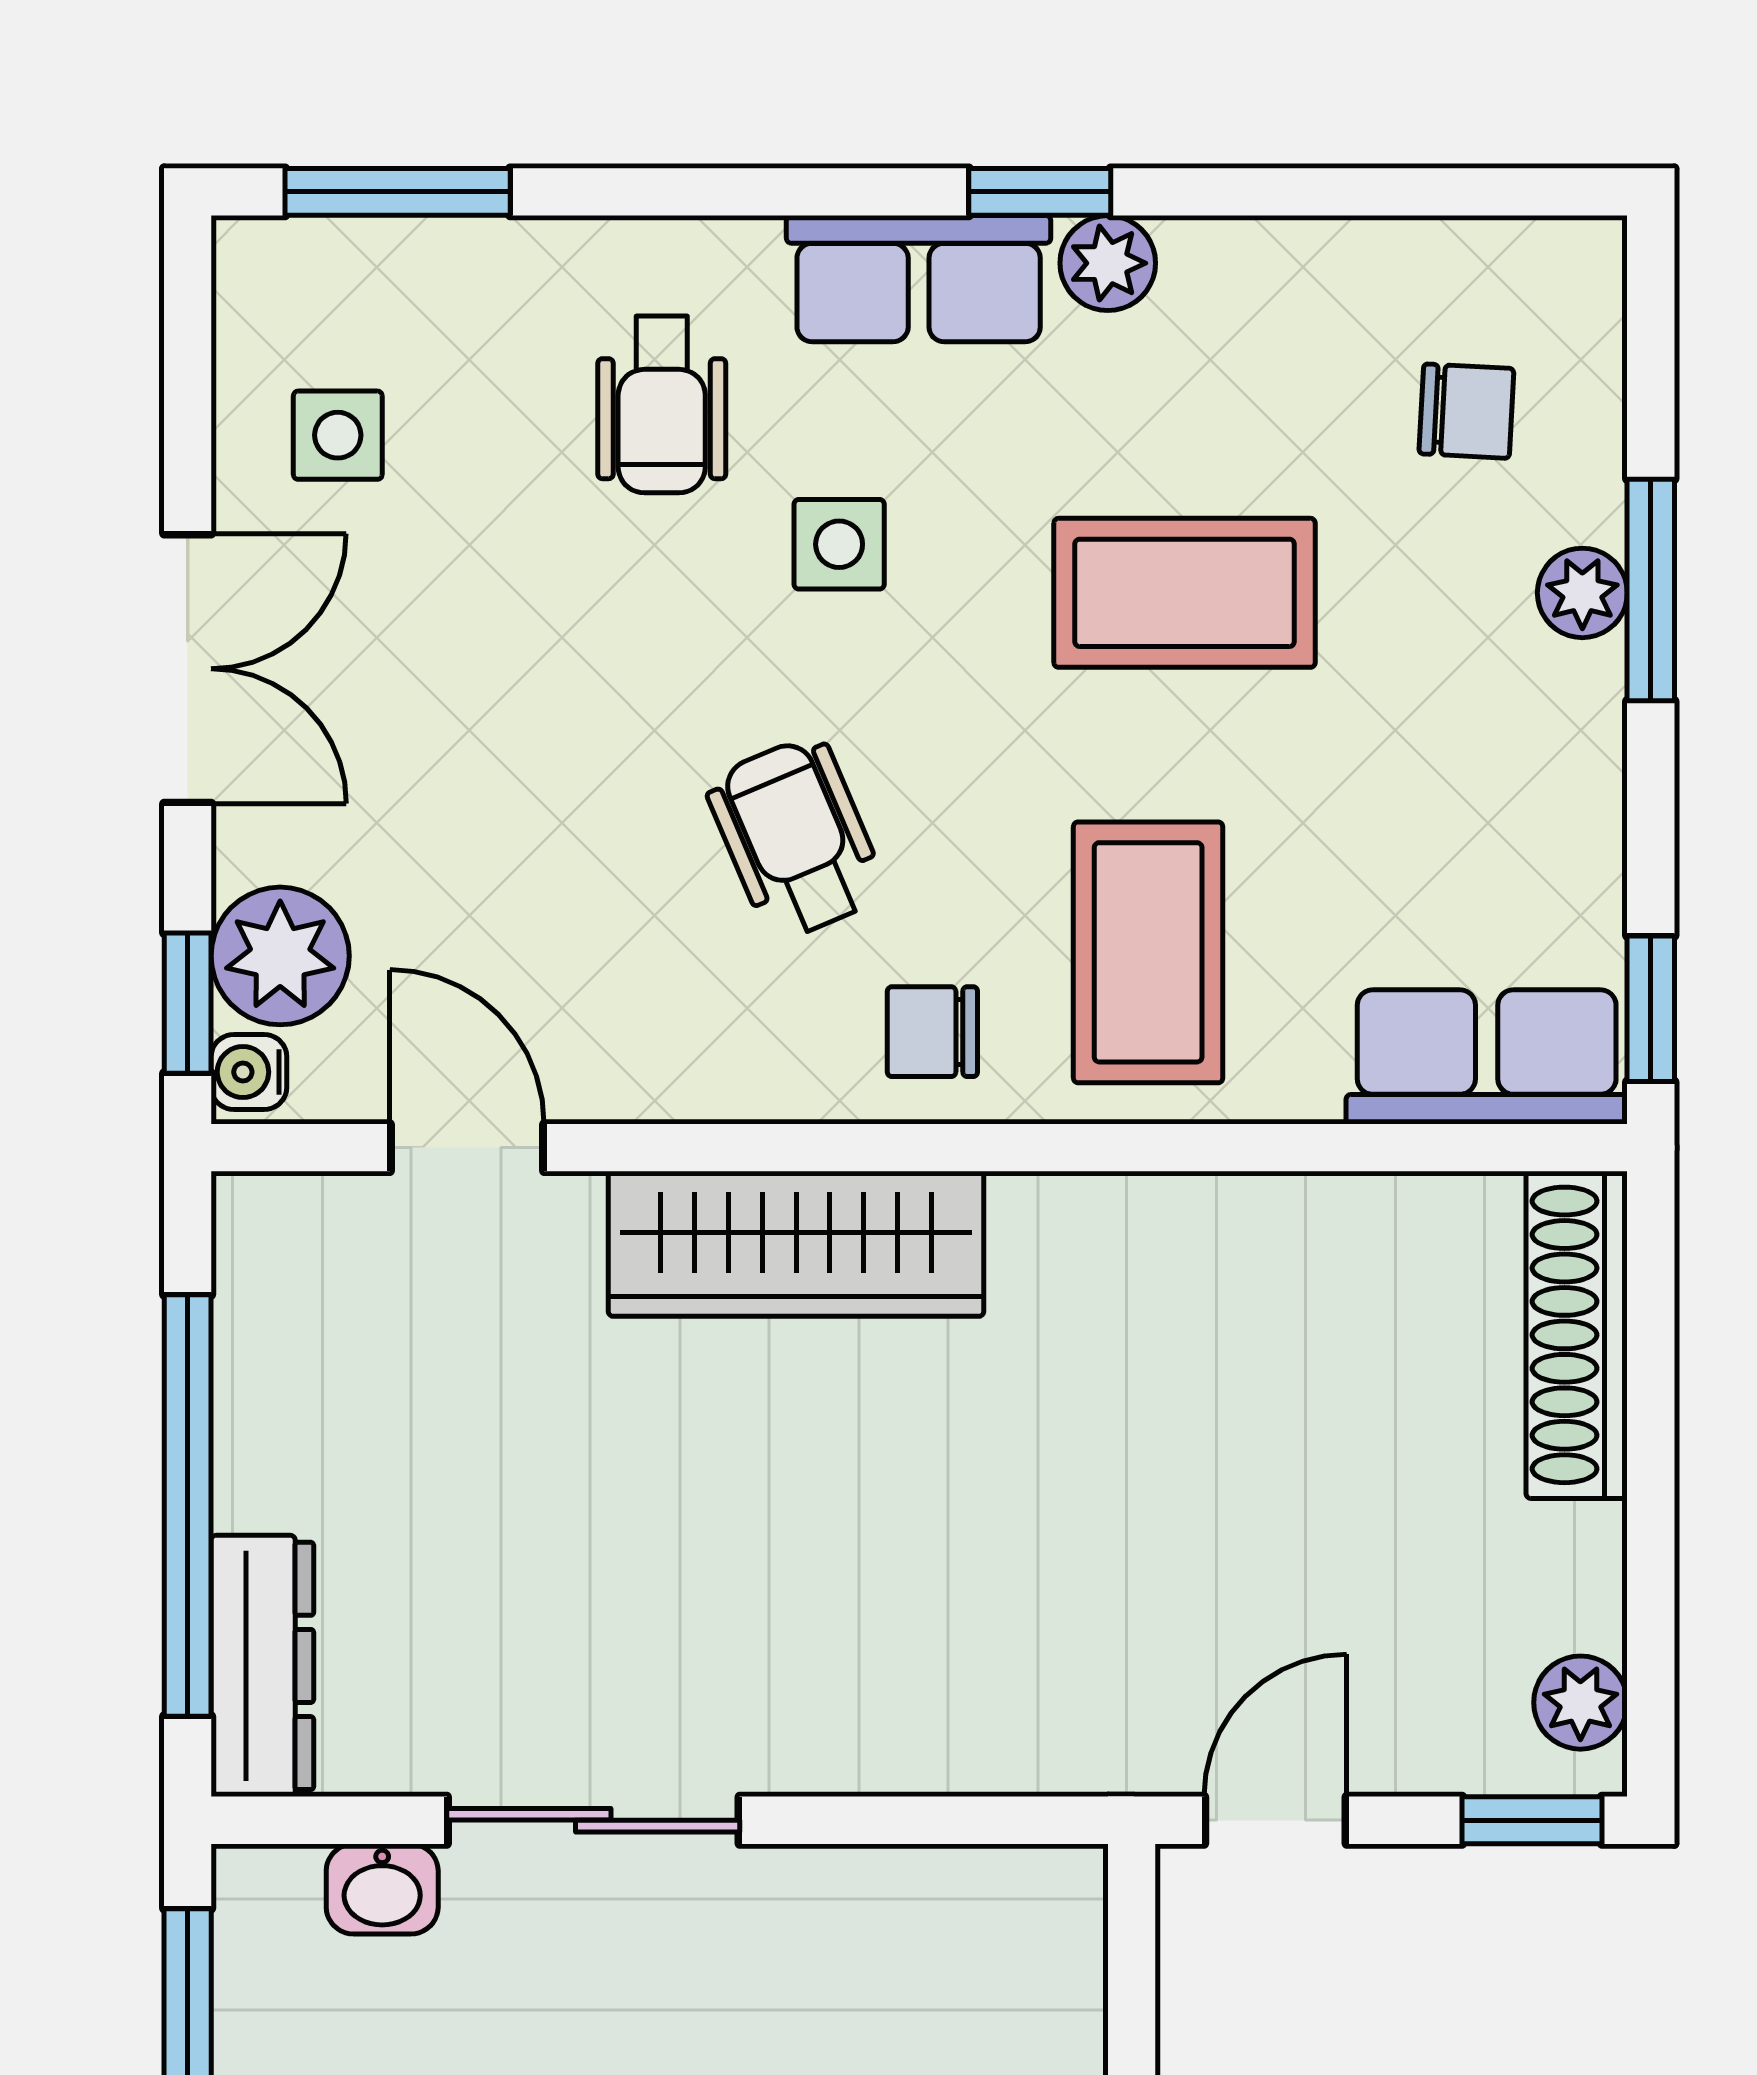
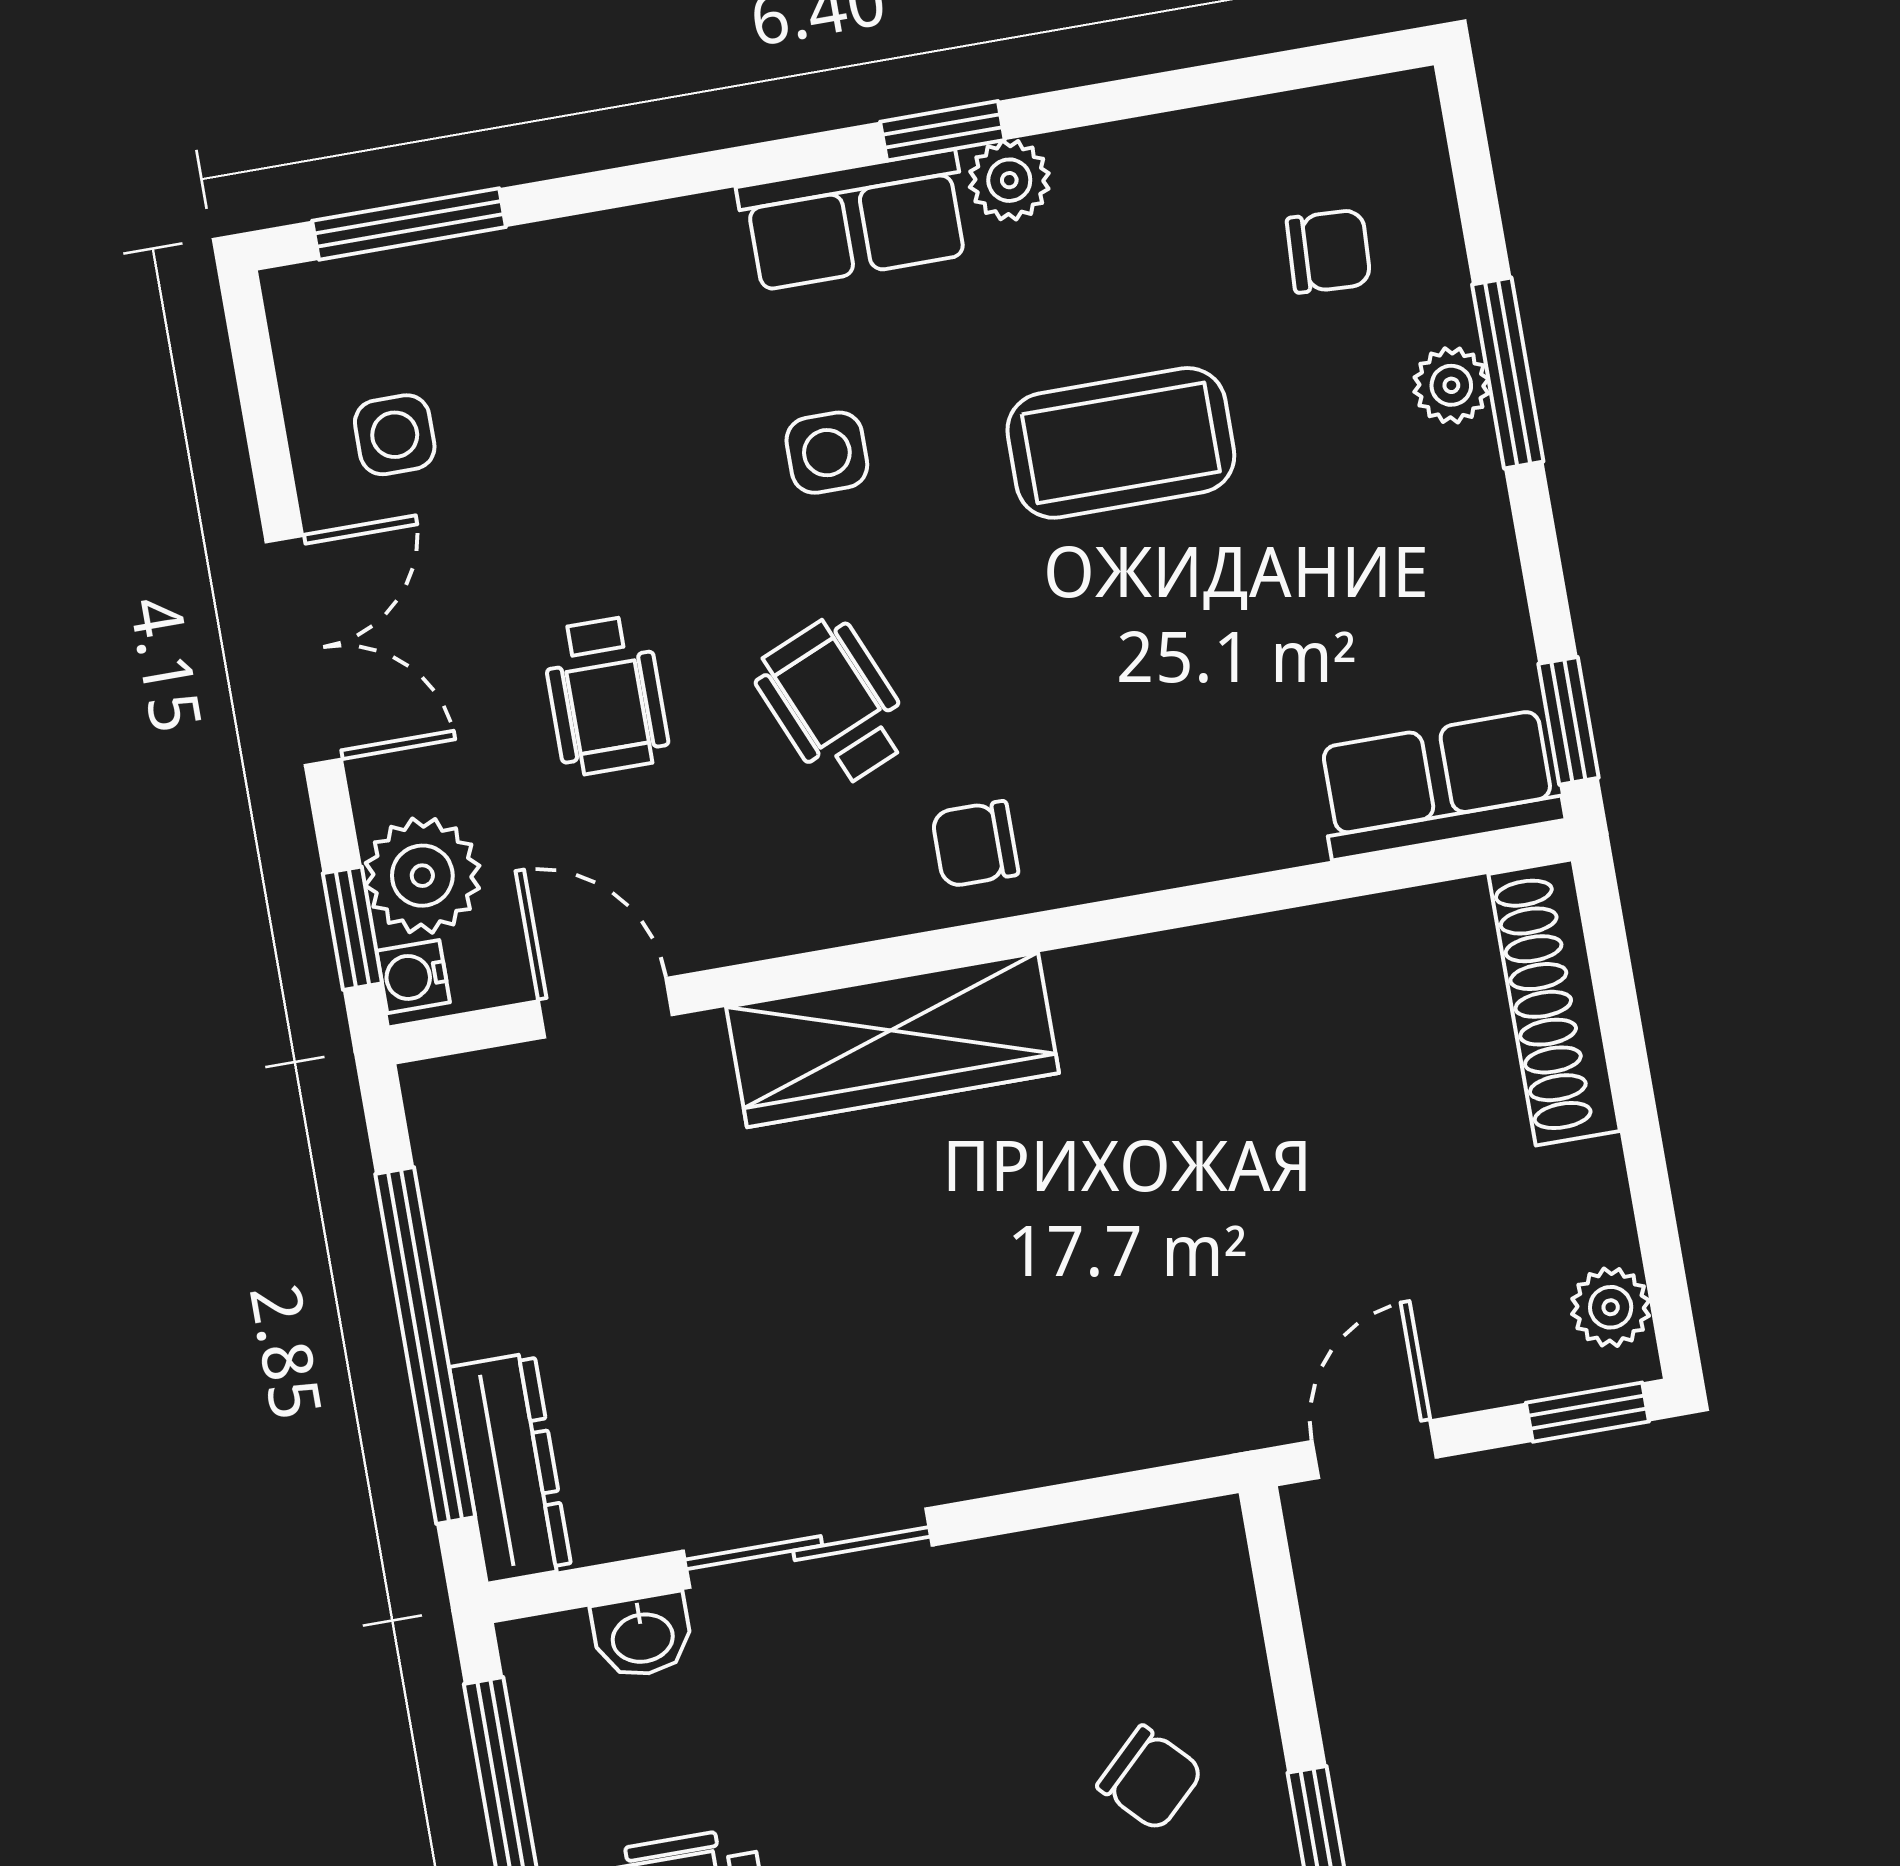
wheelchair: (662, 405) -> (606, 695), moved
coffee table: (1148, 952) -> (1143, 747), removed

